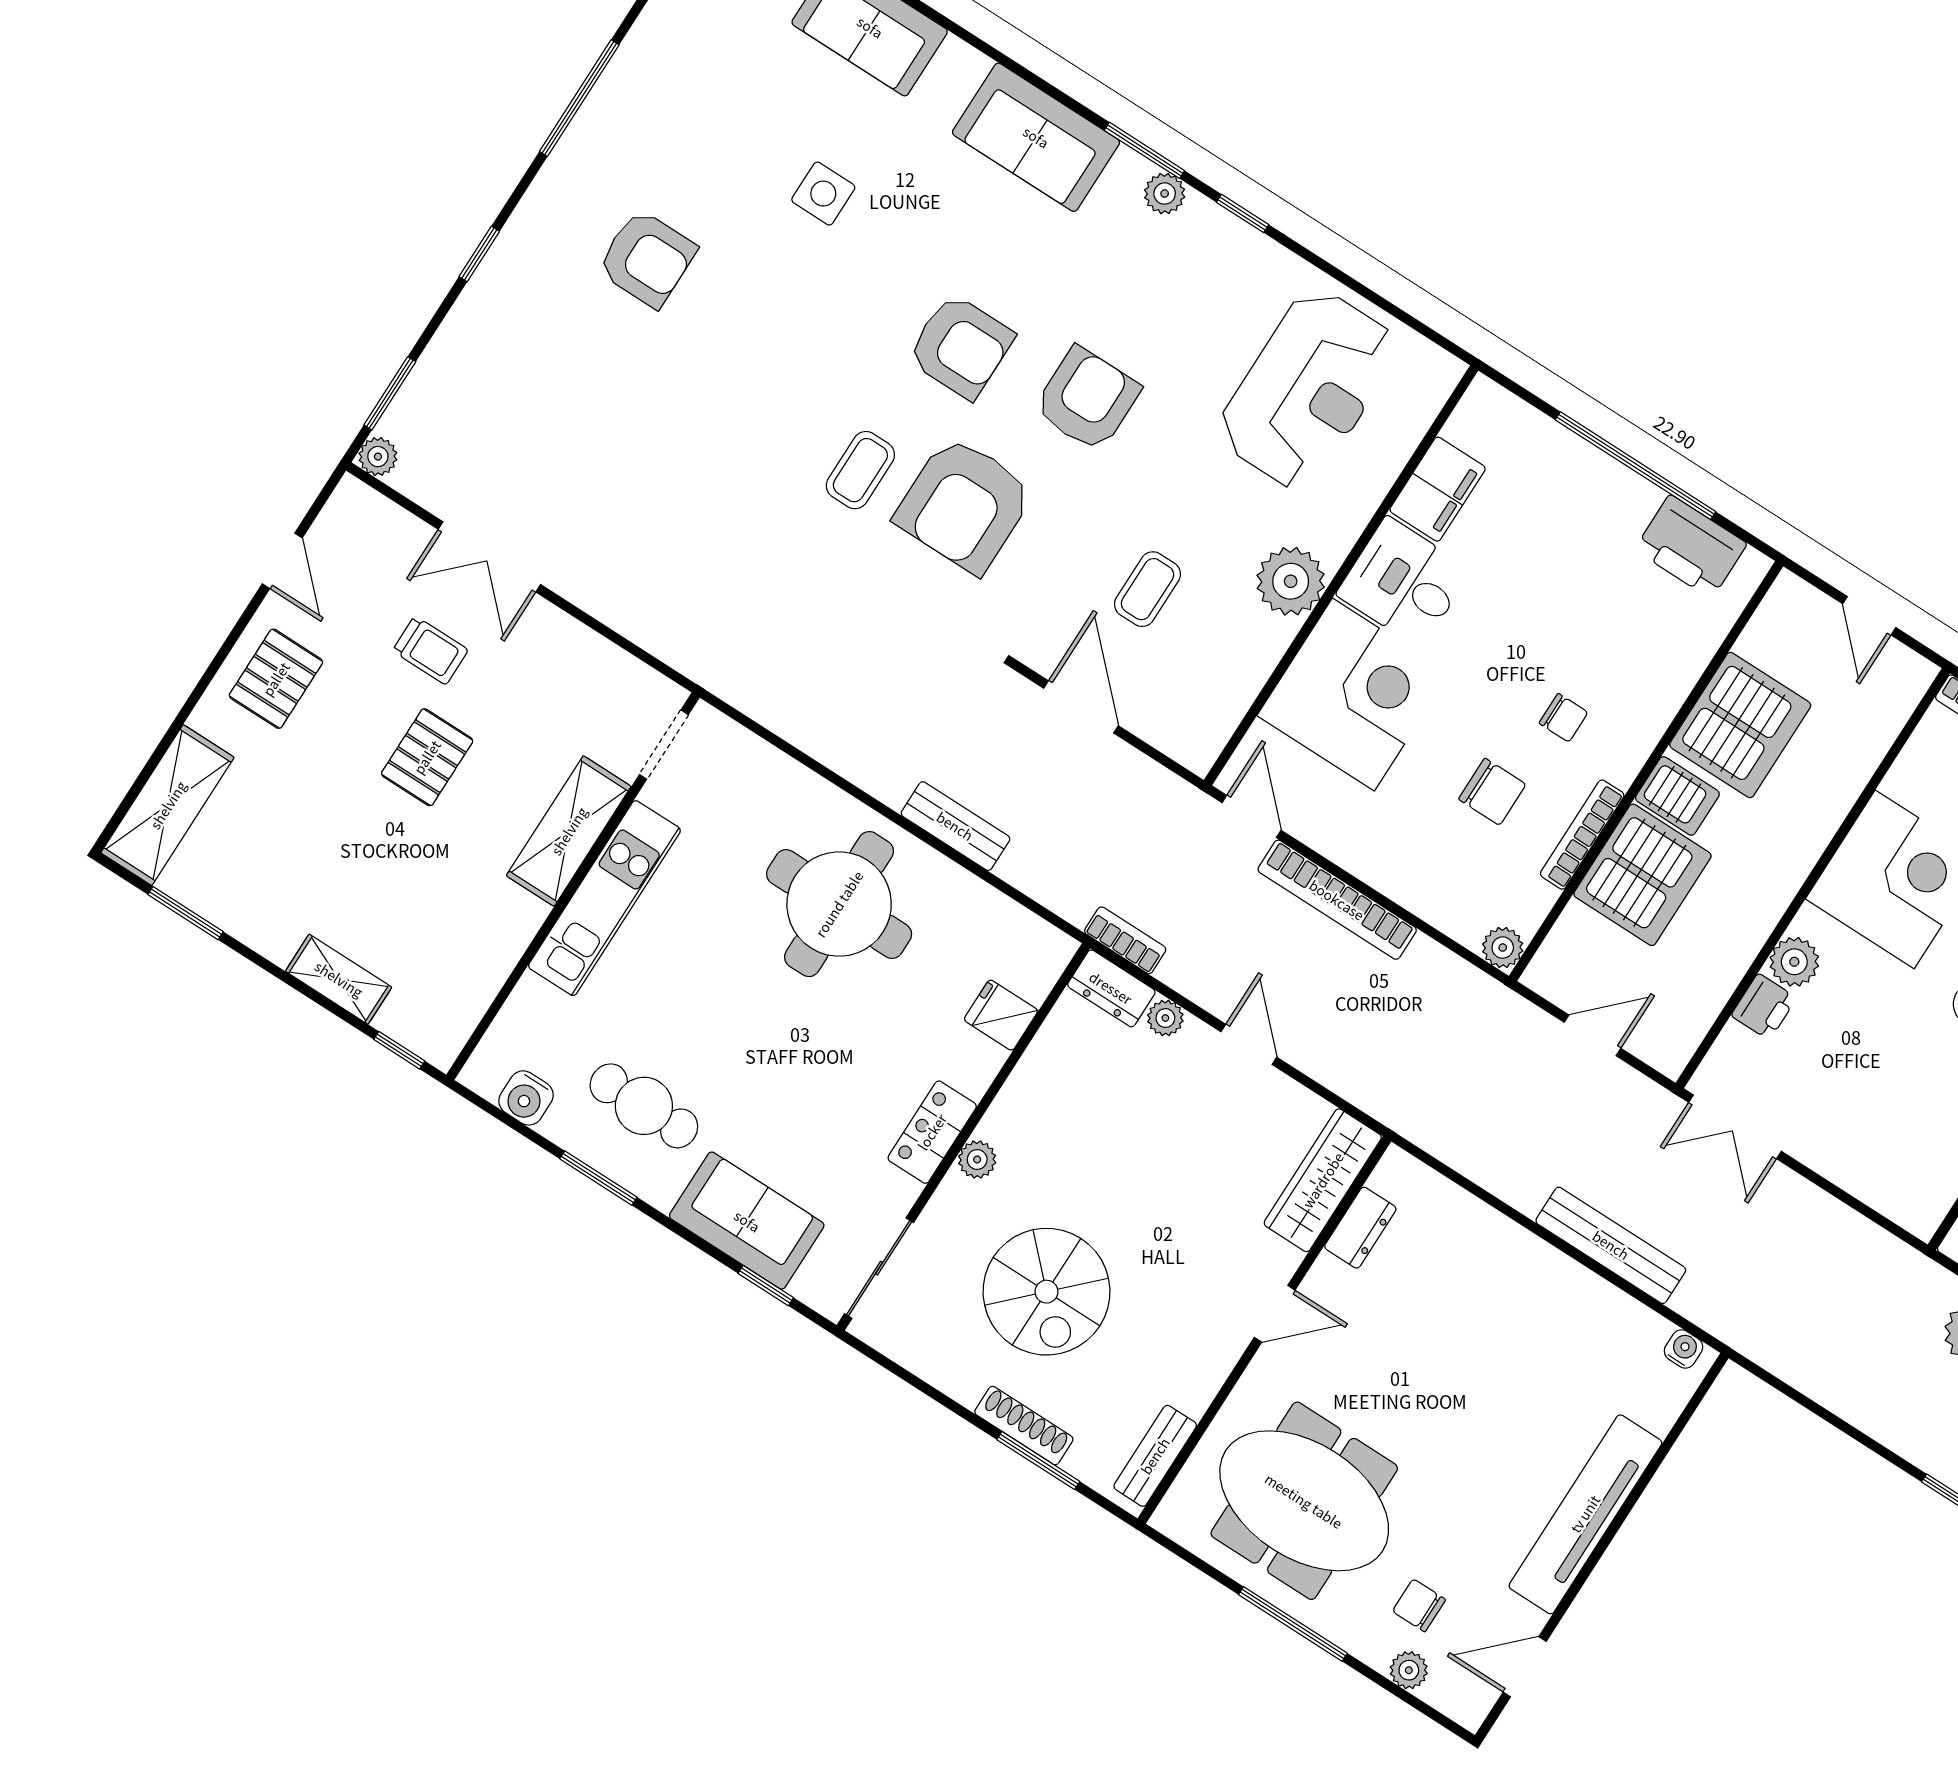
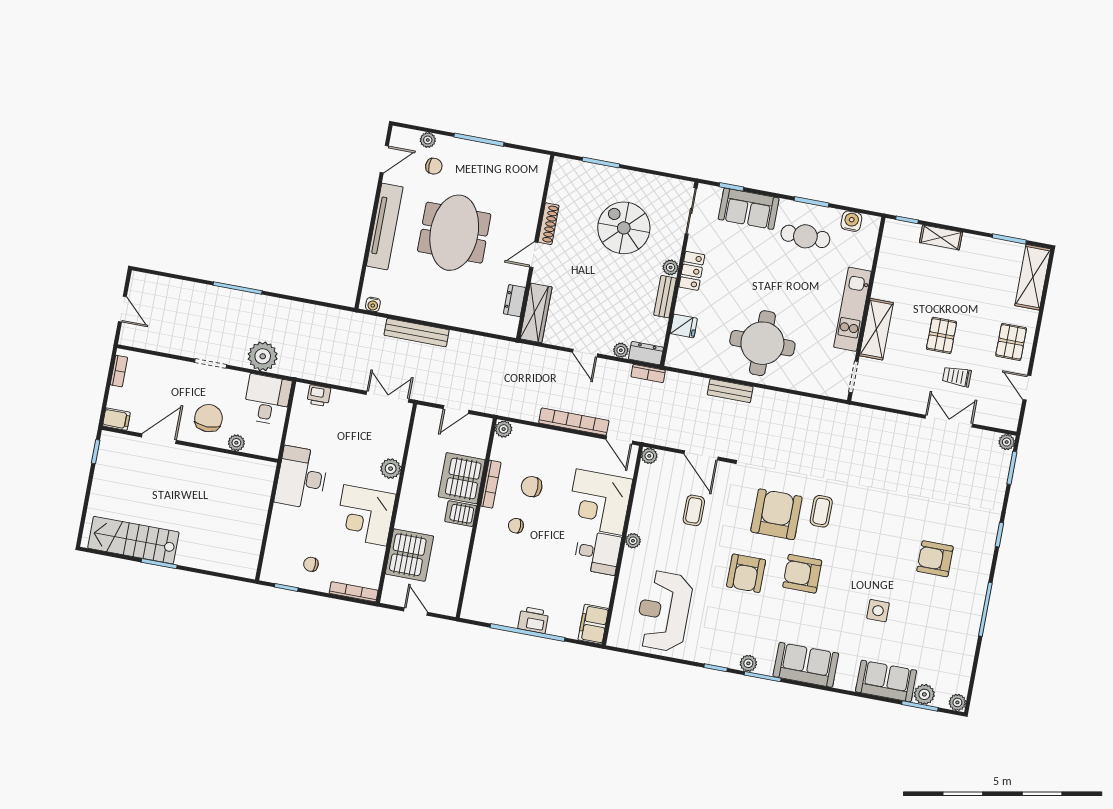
filing cabinet: (1438, 489) -> (593, 624), moved
printer: (1691, 547) -> (533, 620), moved, width x0.73, depth x0.84
plant: (1291, 581) -> (633, 541), width x0.53, depth x0.53
server rack: (1740, 725) -> (409, 555), moved, turned 180
plant: (1198, 753) -> (649, 456), added
printer: (1764, 1007) -> (319, 396), moved, turned -90
shoe rack: (1024, 1426) -> (549, 224), moved, turned -90
bench: (1155, 1456) -> (665, 297), moved
meeting table: (1304, 1501) -> (454, 233), moved, turned 90

